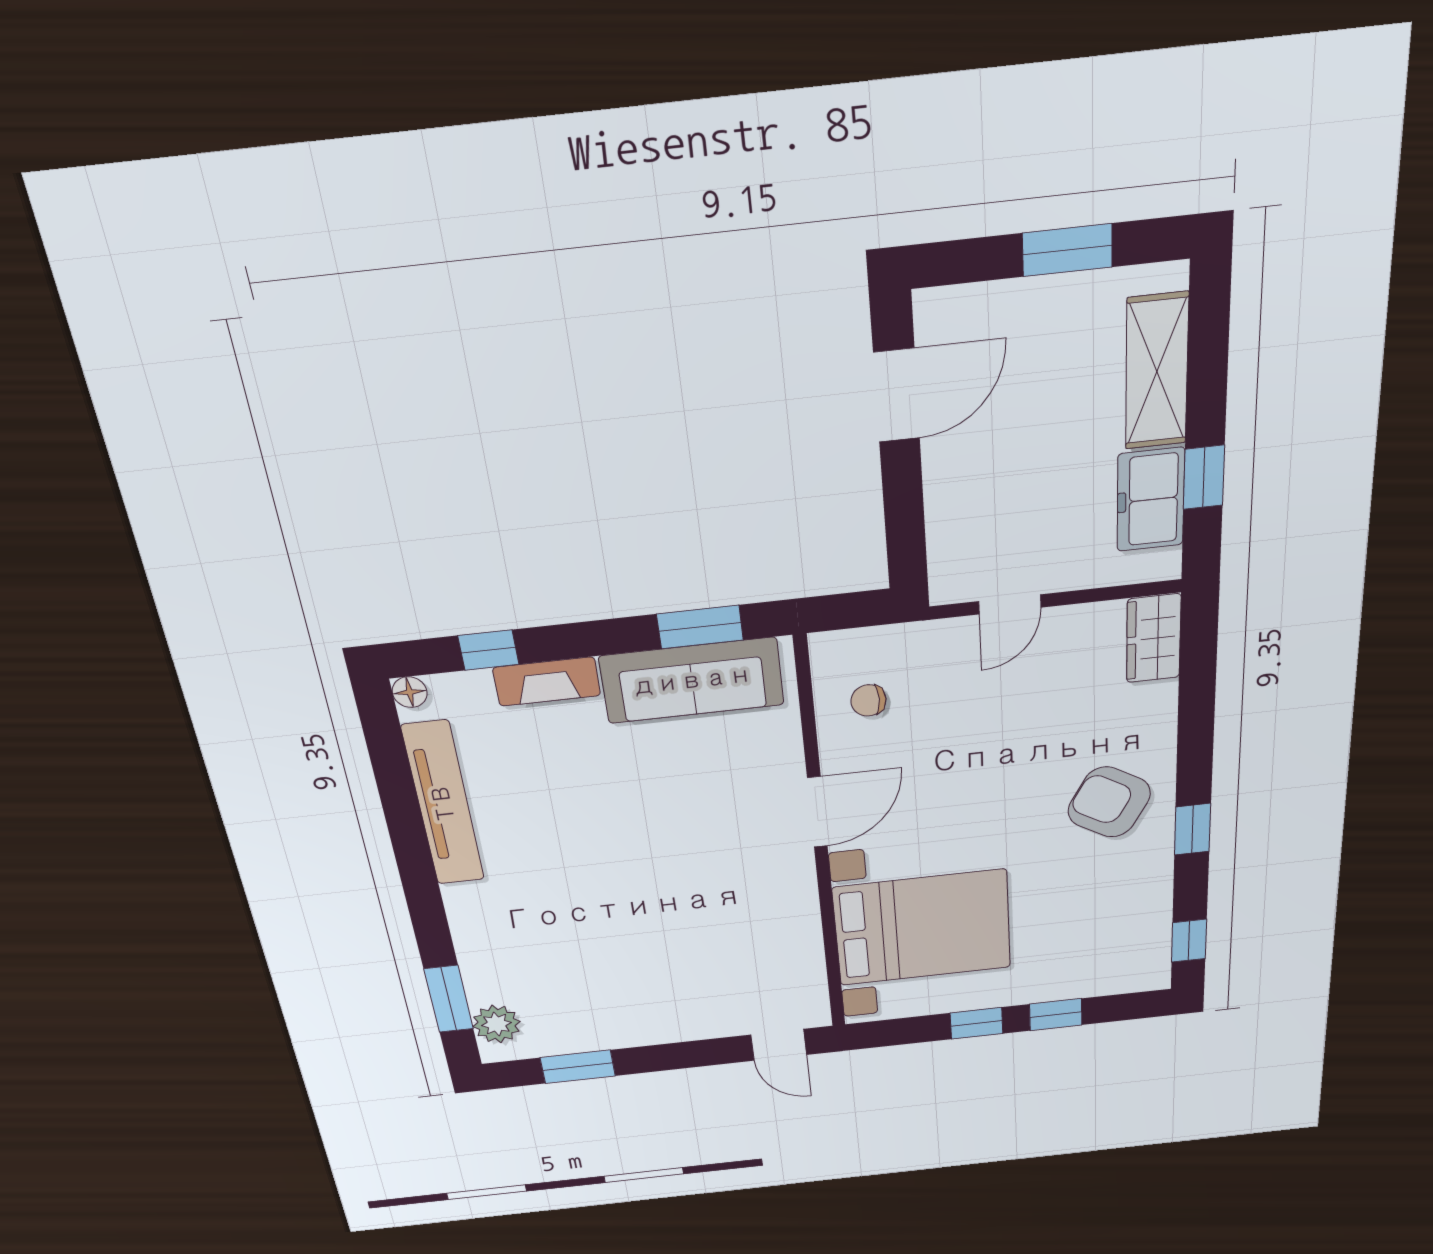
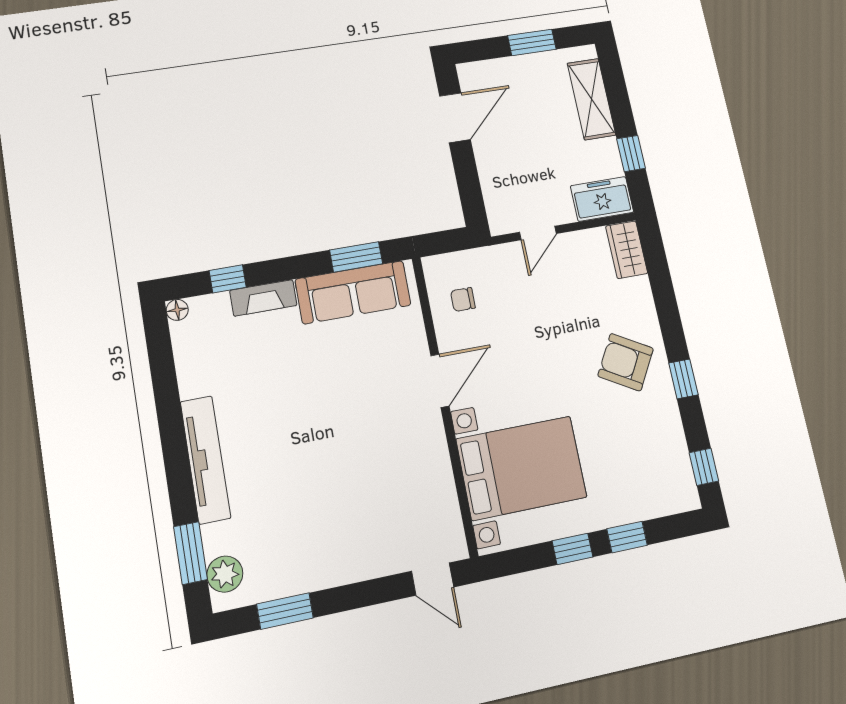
freezer: (1151, 500) -> (602, 199), moved, turned 90
tv unit: (443, 804) -> (205, 460), moved

